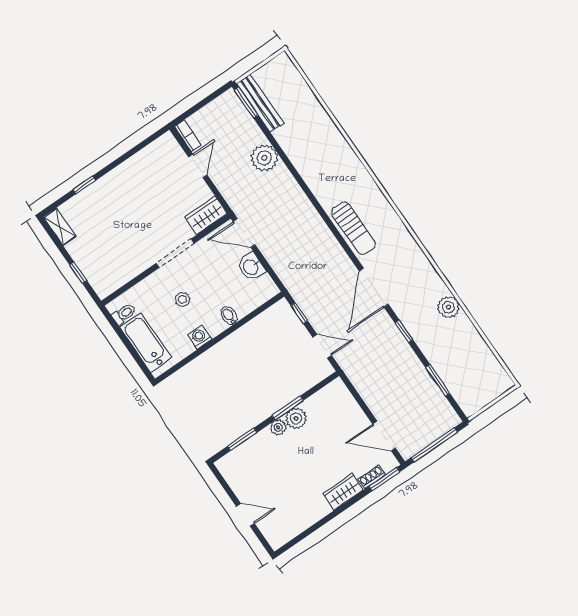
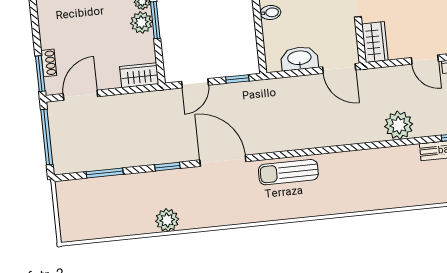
door: (244, 233) -> (339, 68), swing flipped
washbasin: (251, 267) -> (299, 58), width x1.38
wardrobe: (343, 492) -> (139, 75), moved, turned -90

